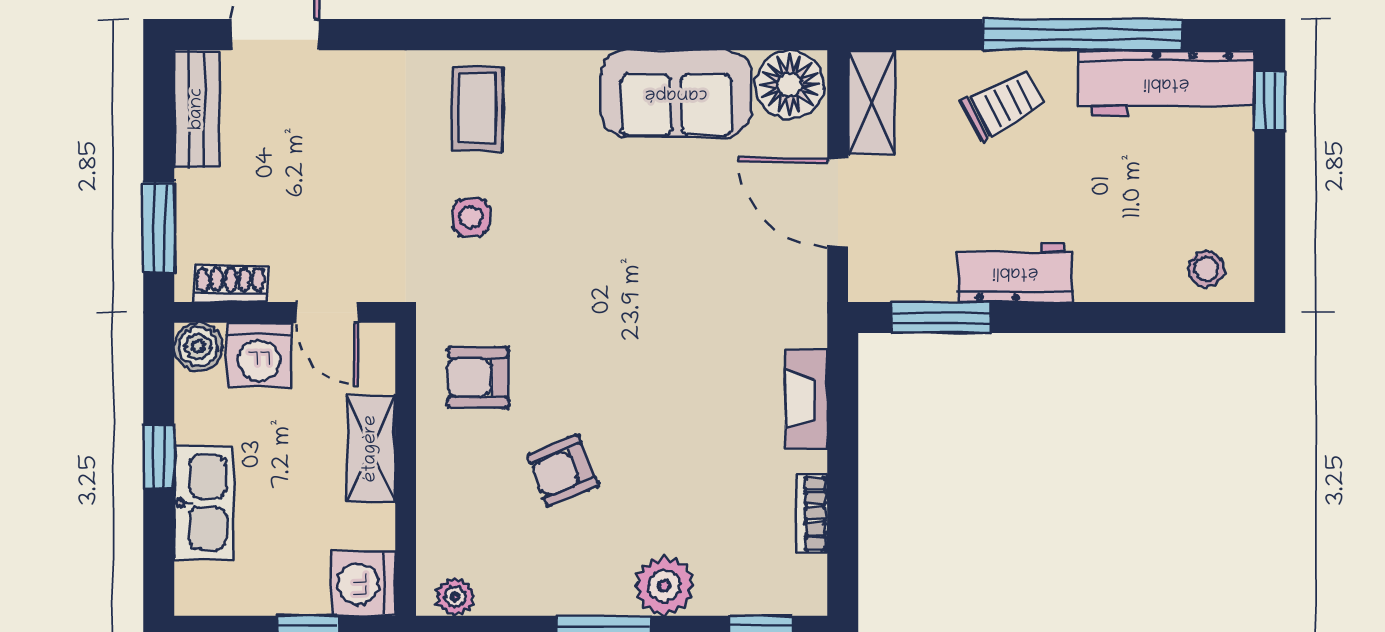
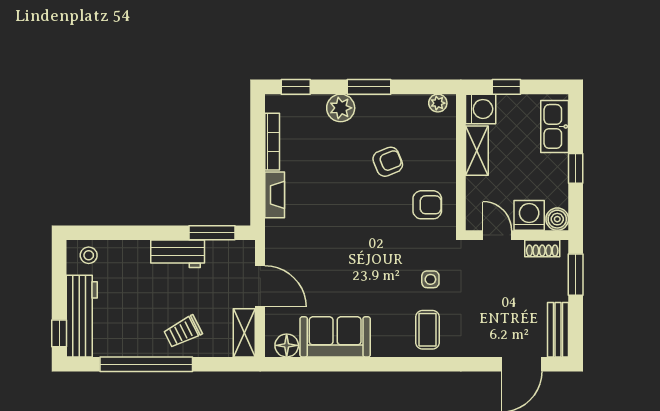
workbench: (1166, 83) -> (82, 316), moved, turned 90
floor lamp: (790, 84) -> (287, 345), width x0.73, depth x0.73
shelving: (371, 449) -> (477, 151), moved
kitchen sink: (204, 503) -> (555, 126), moved
bookcase: (812, 514) -> (272, 142), width x1.56

